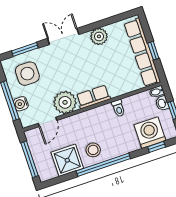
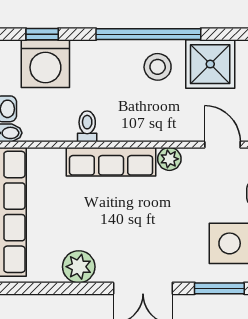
row of seats: (93, 97) -> (111, 162), width x1.48
plant: (65, 102) -> (169, 159), width x0.53, depth x0.53
door: (48, 122) -> (222, 145), hinge flipped

